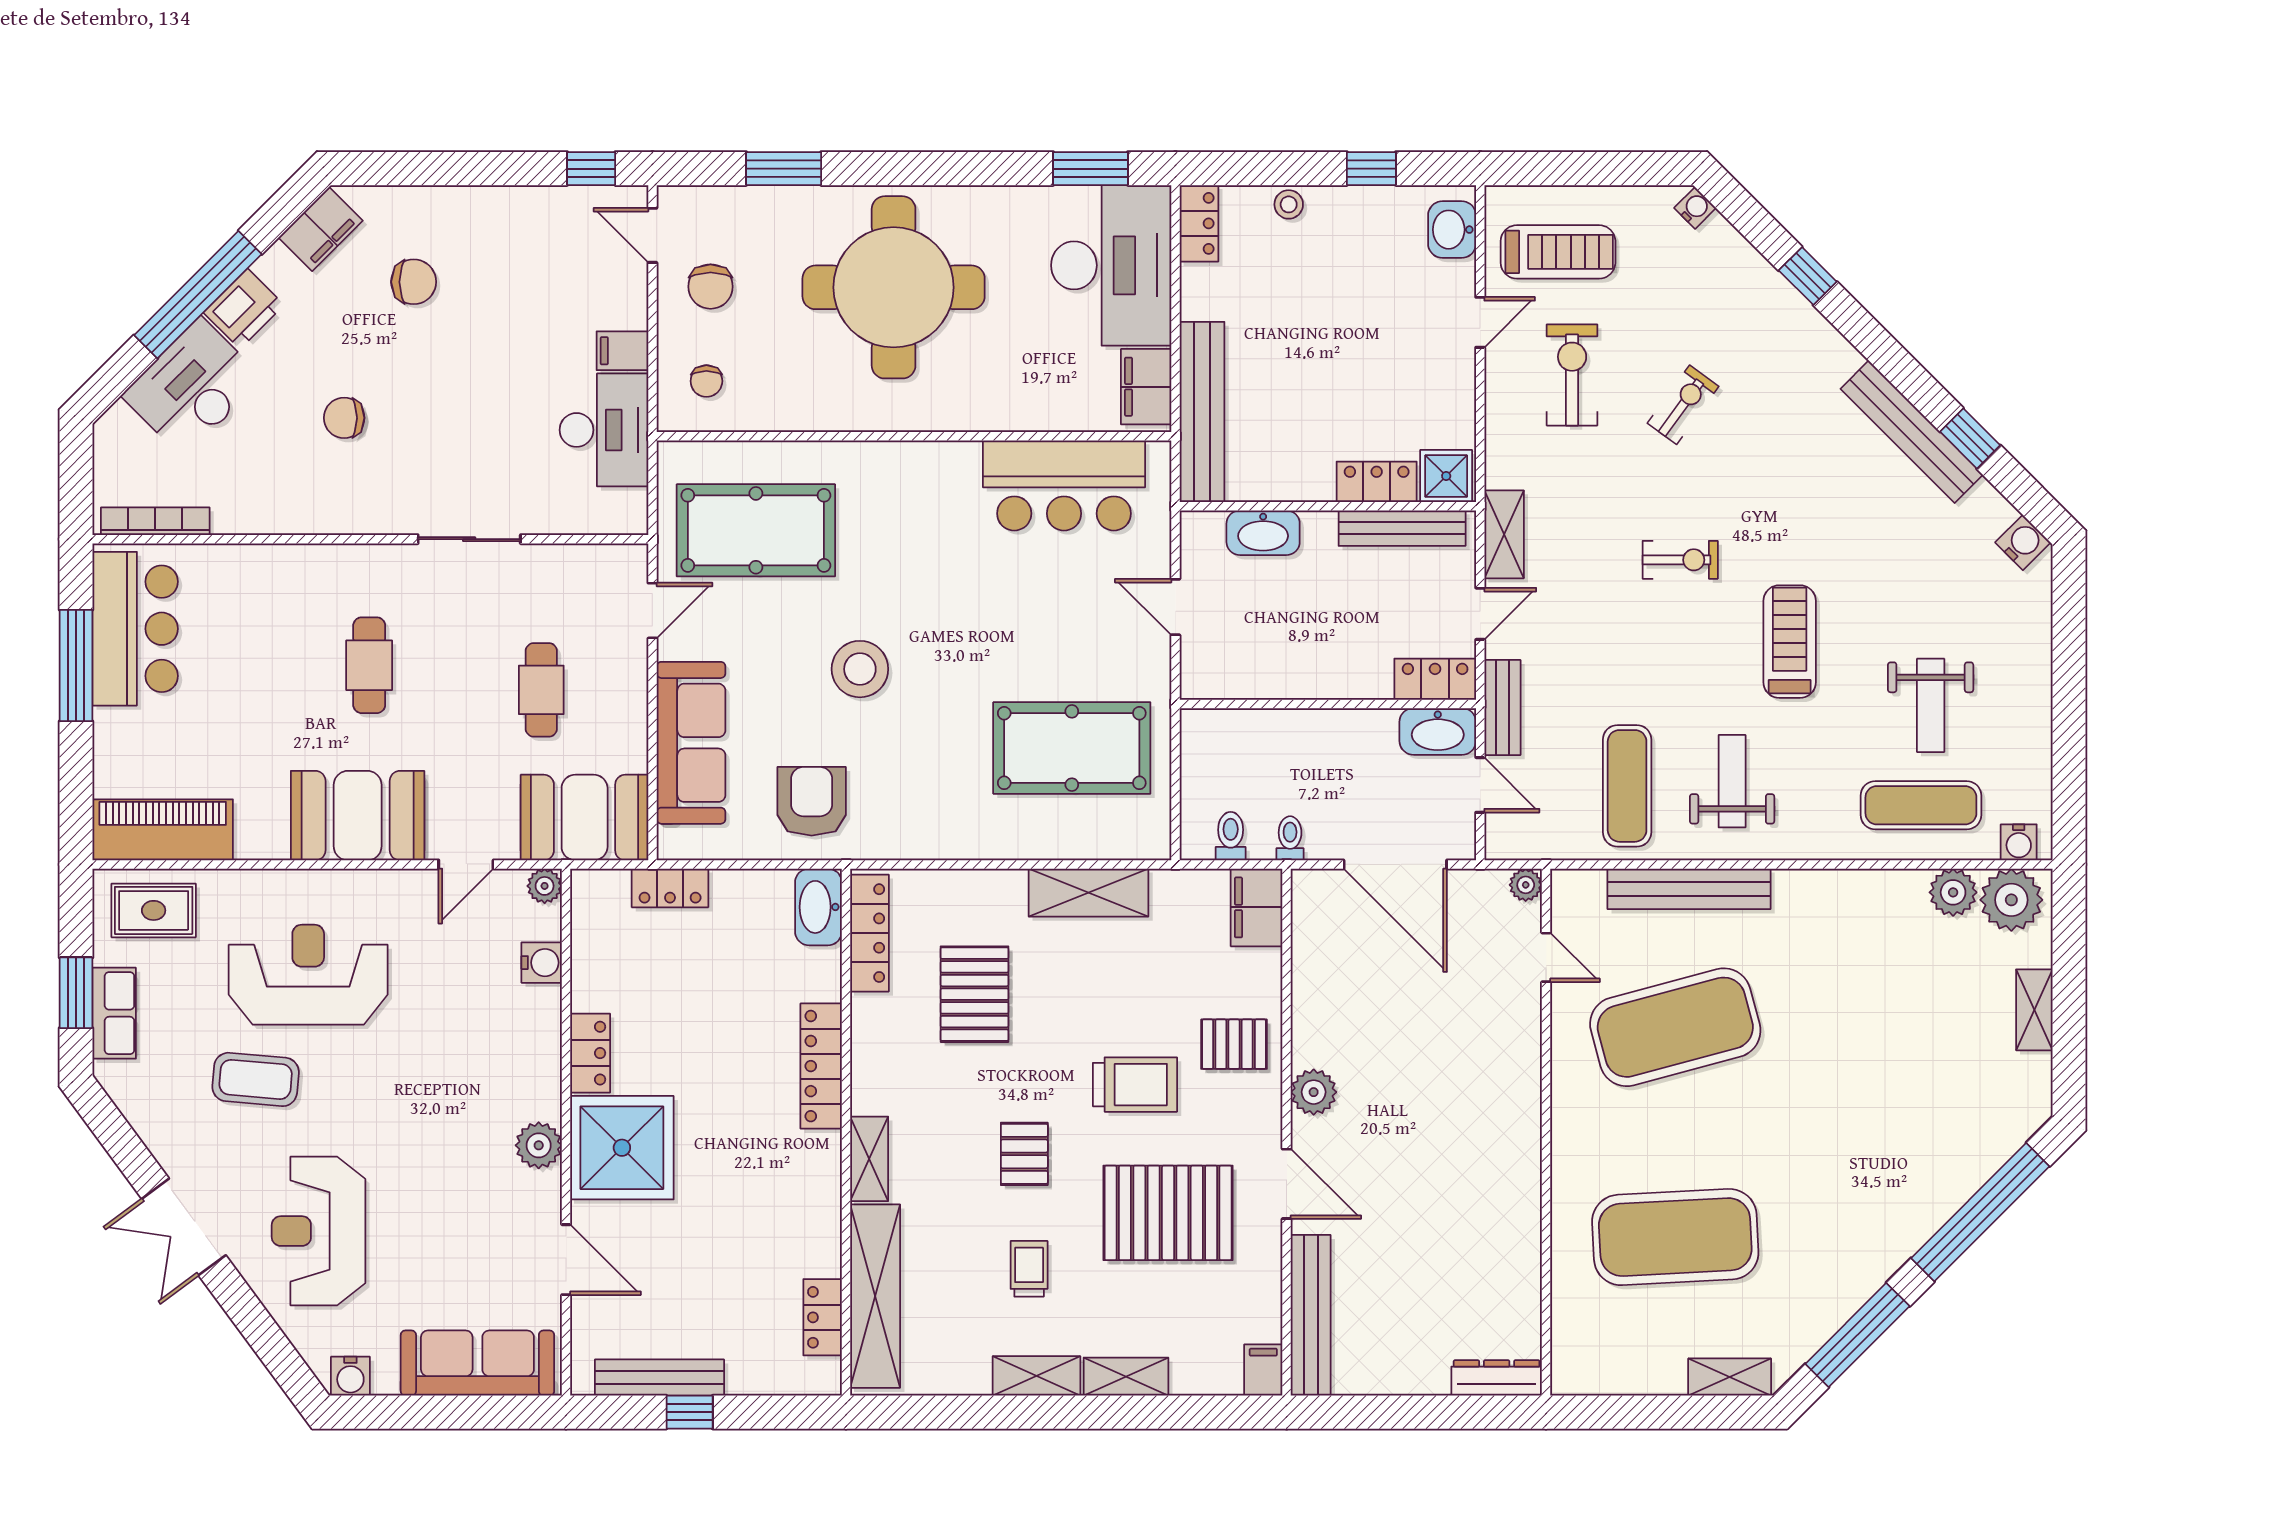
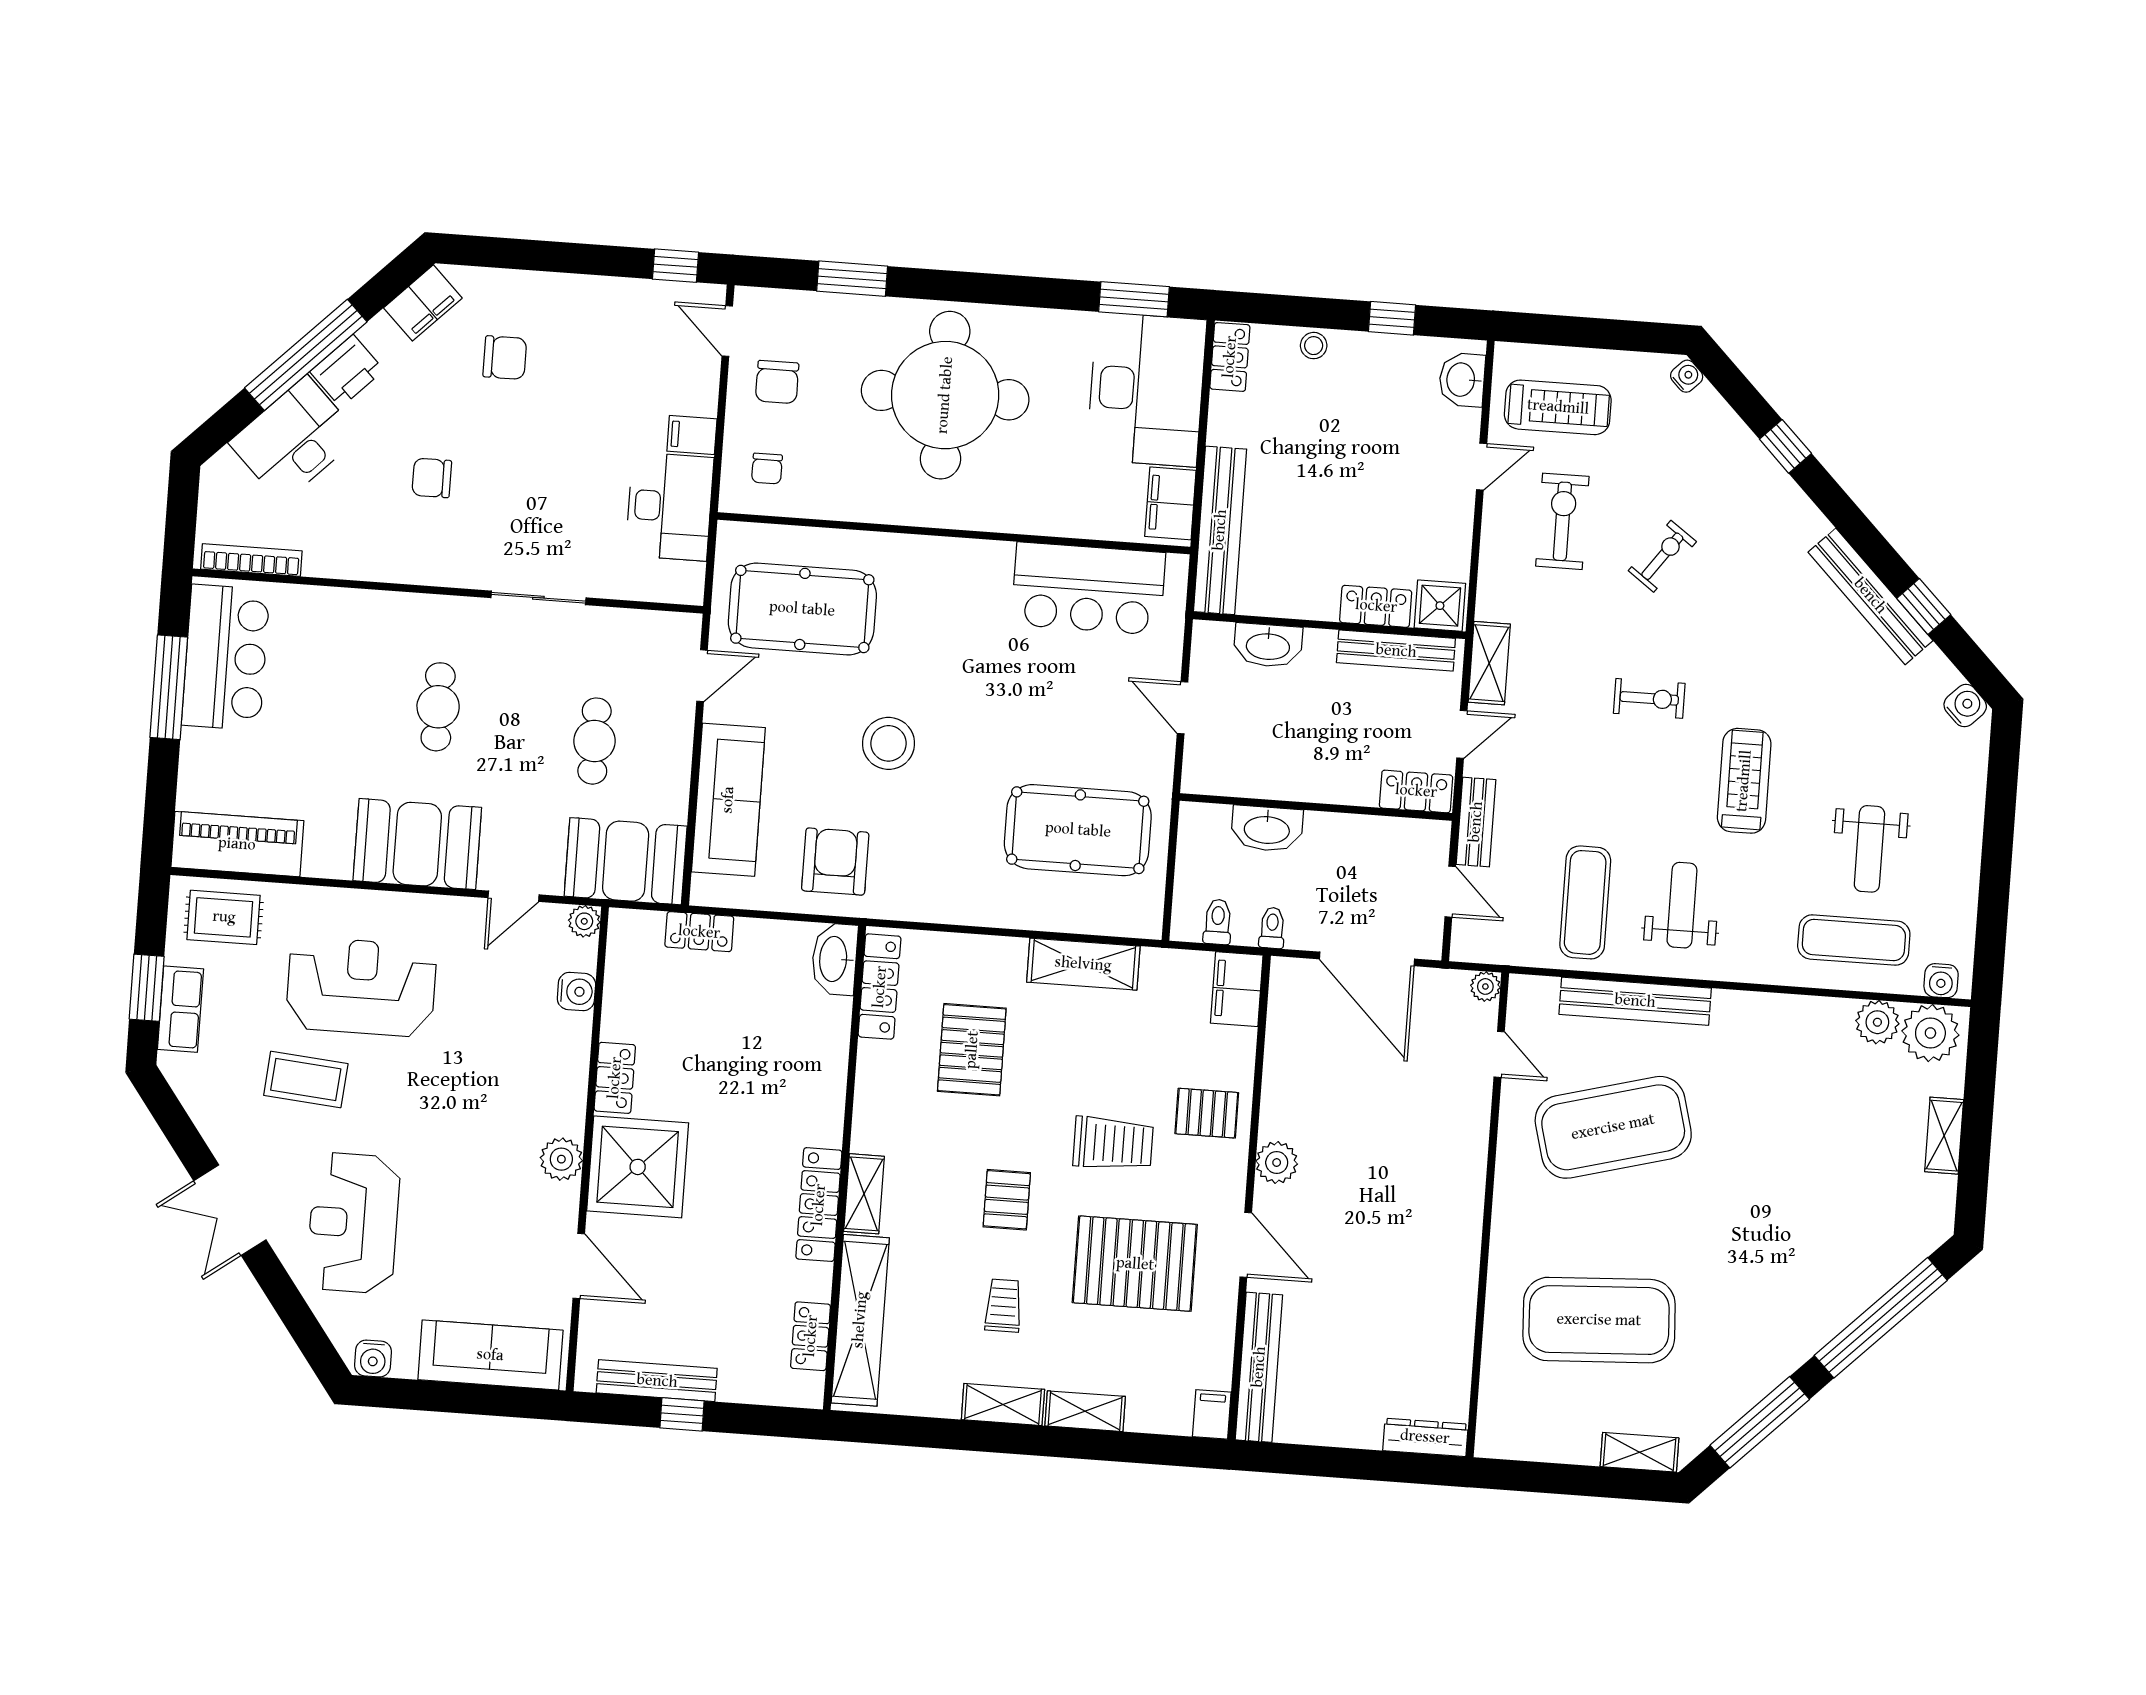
washbasin: (1438, 731) -> (1267, 829), moved
locker: (821, 1066) -> (819, 1205), moved

